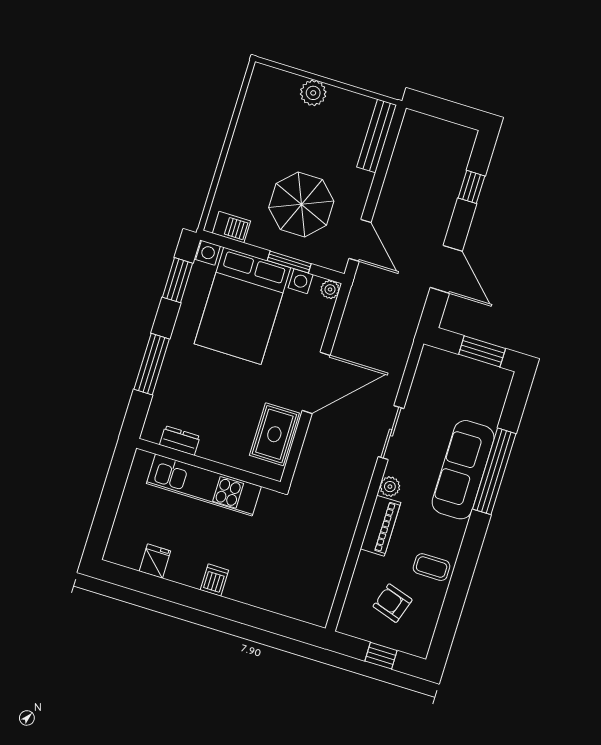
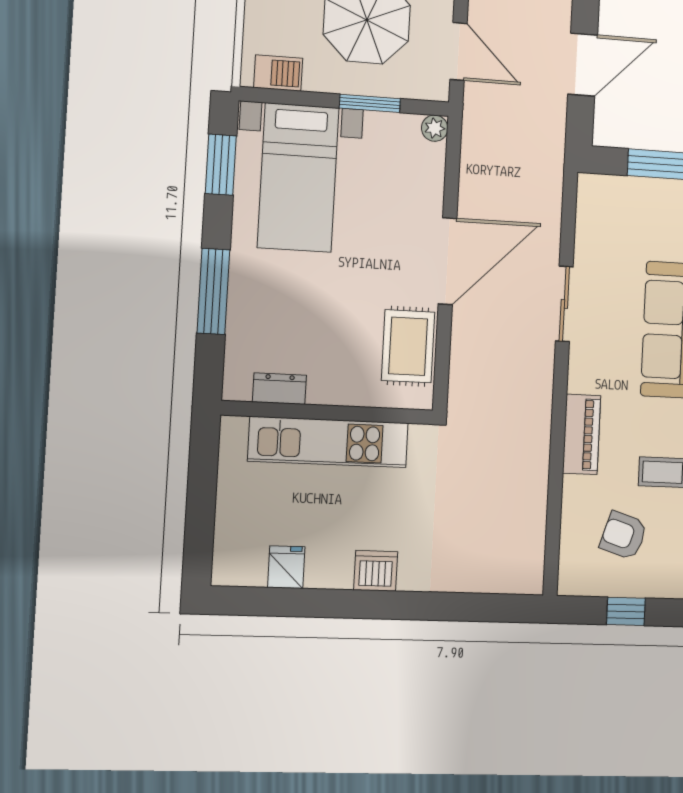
door: (446, 269) -> (583, 65), hinge flipped
bed with nightstands: (242, 306) -> (298, 177), width x0.73
plant: (390, 487) -> (581, 378), removed
dishwasher: (214, 580) -> (376, 571), width x1.38

